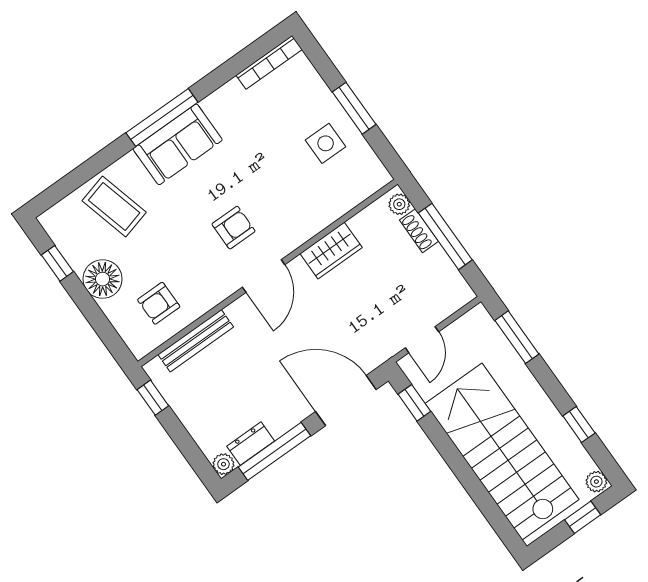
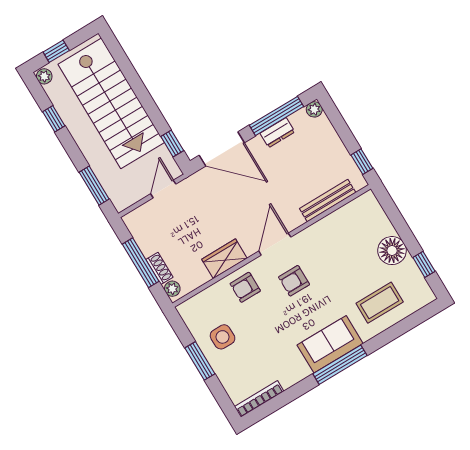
coffee table: (114, 206) -> (380, 303), turned -75
armchair: (159, 303) -> (245, 287), moved, turned 180
dresser: (251, 444) -> (277, 133), moved

